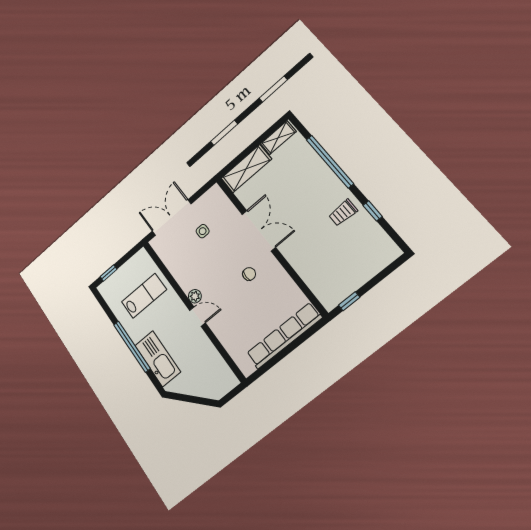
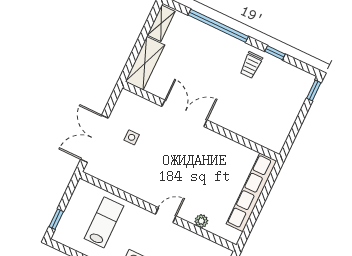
chair: (249, 274) -> (195, 155), removed
plant: (195, 296) -> (201, 221), moved
window: (349, 301) -> (314, 91), moved

